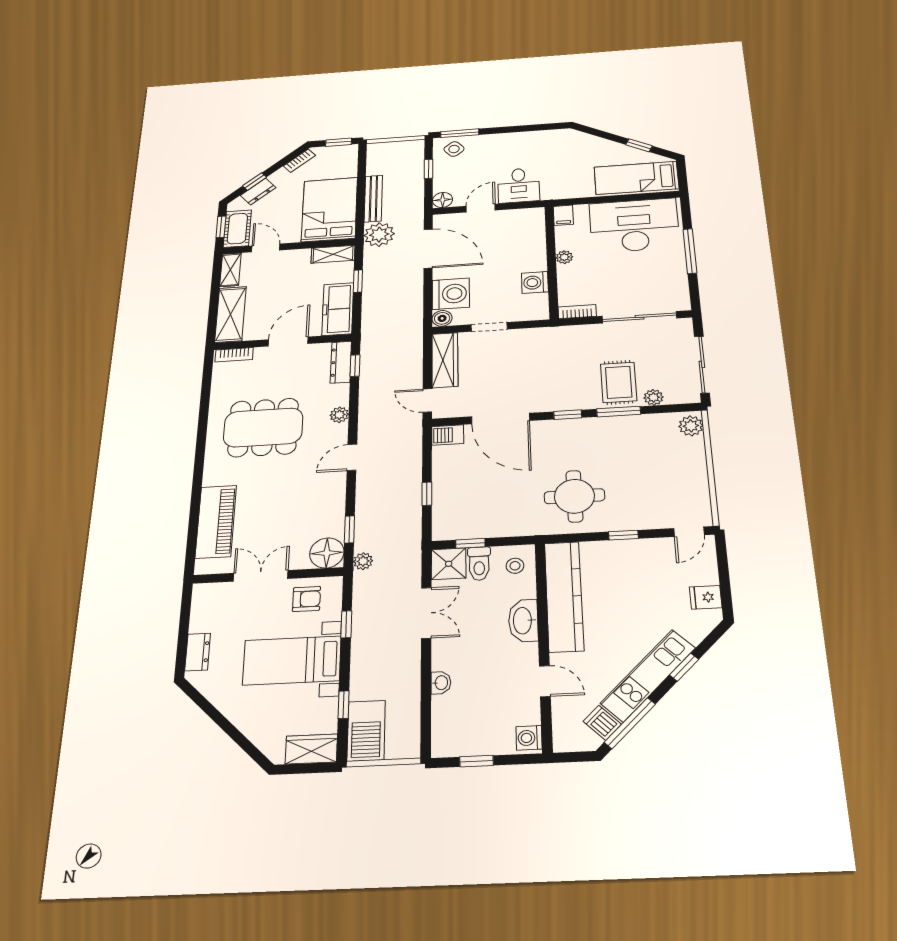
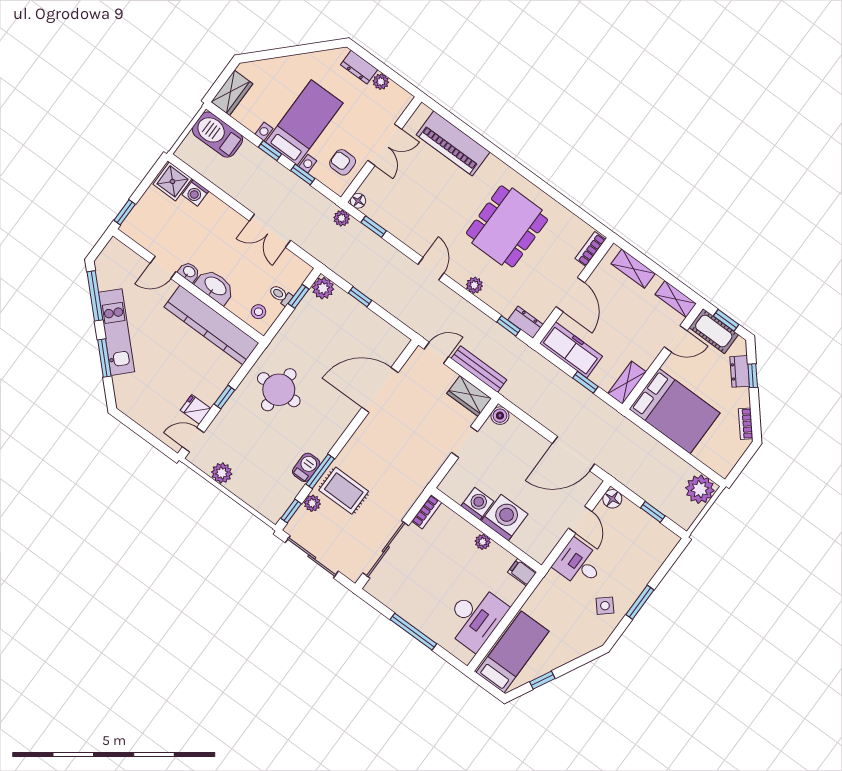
window: (460, 133) -> (640, 602), moved
window: (339, 142) -> (740, 466), removed
side table: (454, 149) -> (605, 606), moved
bench: (373, 199) -> (479, 369), moved
desk: (634, 225) -> (475, 617), width x0.73, depth x0.77
plant: (379, 235) -> (700, 489), moved
washing machine: (451, 294) -> (505, 517), moved, turned 180
shelving: (230, 314) -> (633, 269), width x0.67, depth x0.75
wardrobe: (445, 360) -> (469, 396), width x0.67
dresser: (341, 362) -> (526, 322), width x0.70
window: (568, 415) -> (291, 511), moved
plant: (691, 426) -> (222, 473), moved
barbecue: (448, 435) -> (306, 467), moved
plant: (445, 529) -> (323, 288), added
door: (689, 532) -> (193, 440), hinge flipped
floor lamp: (327, 553) -> (358, 201), width x0.53, depth x0.53
shower: (449, 564) -> (172, 181), moved
toilet: (479, 564) -> (281, 295), width x0.73, depth x0.72
fridge: (706, 597) -> (196, 409), moved, turned -90
armchair: (306, 599) -> (343, 162), turned 90
plant: (199, 623) -> (381, 82), added
window: (684, 667) -> (104, 358), width x1.50
washbasin: (441, 683) -> (189, 272), moved, turned 180
window: (344, 705) -> (270, 151), moved
dishwasher: (602, 723) -> (108, 280), removed
washing machine: (529, 738) -> (195, 193), moved, turned 180
window: (476, 761) -> (125, 212), moved

